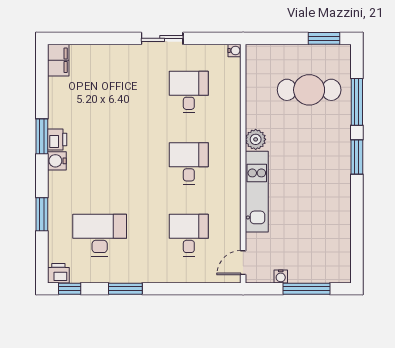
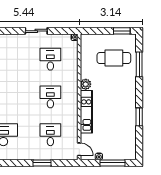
window: (357, 157) -> (139, 117), moved
door: (243, 263) -> (79, 149), swing flipped
window: (125, 289) -> (42, 163), moved

